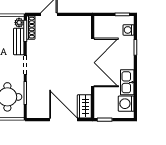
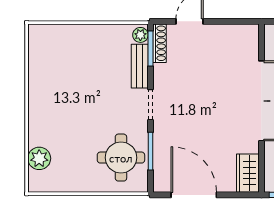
door: (63, 120) -> (194, 195), moved

